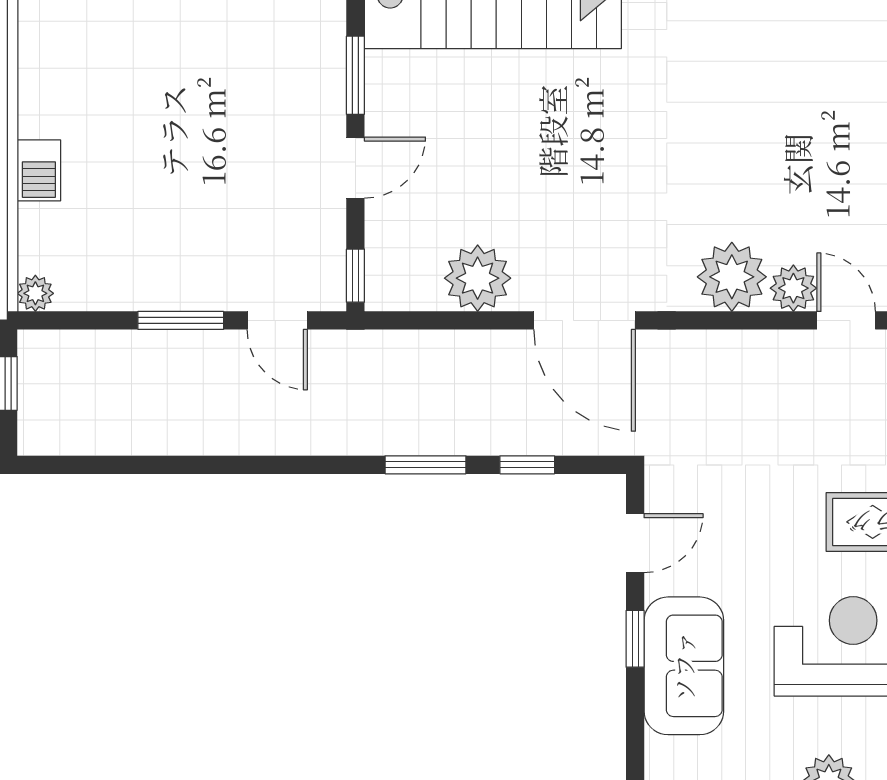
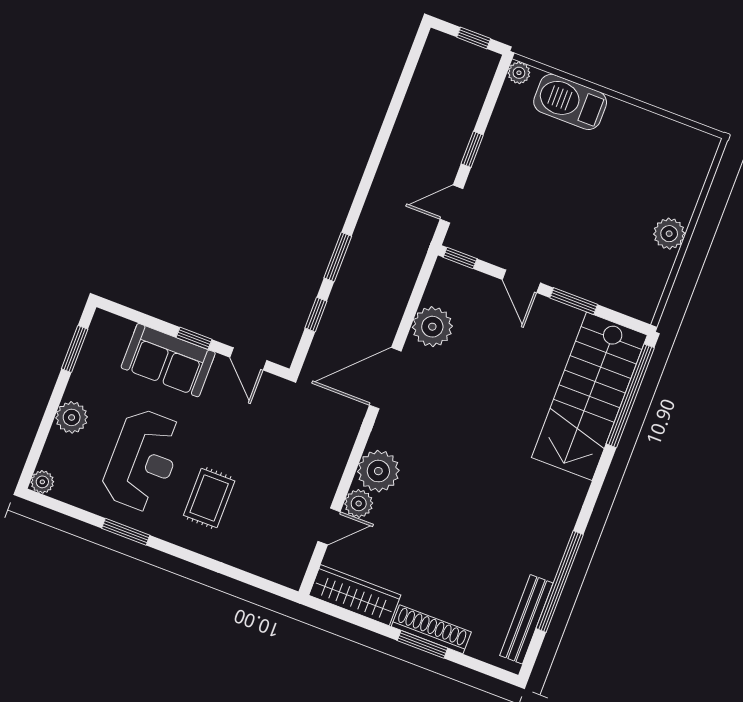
barbecue: (39, 170) -> (570, 102), width x1.88, depth x1.53
window: (181, 320) -> (472, 149), width x0.67

